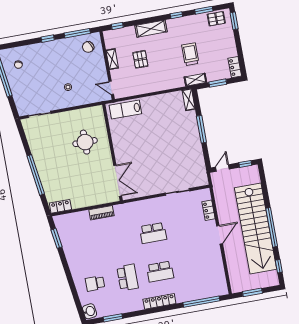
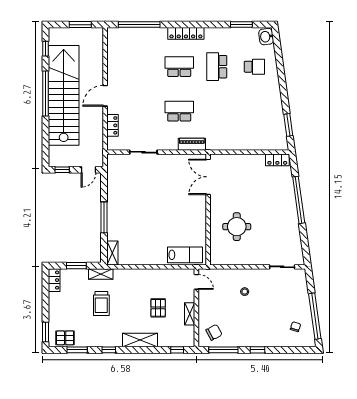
piano: (101, 213) -> (192, 144), moved

